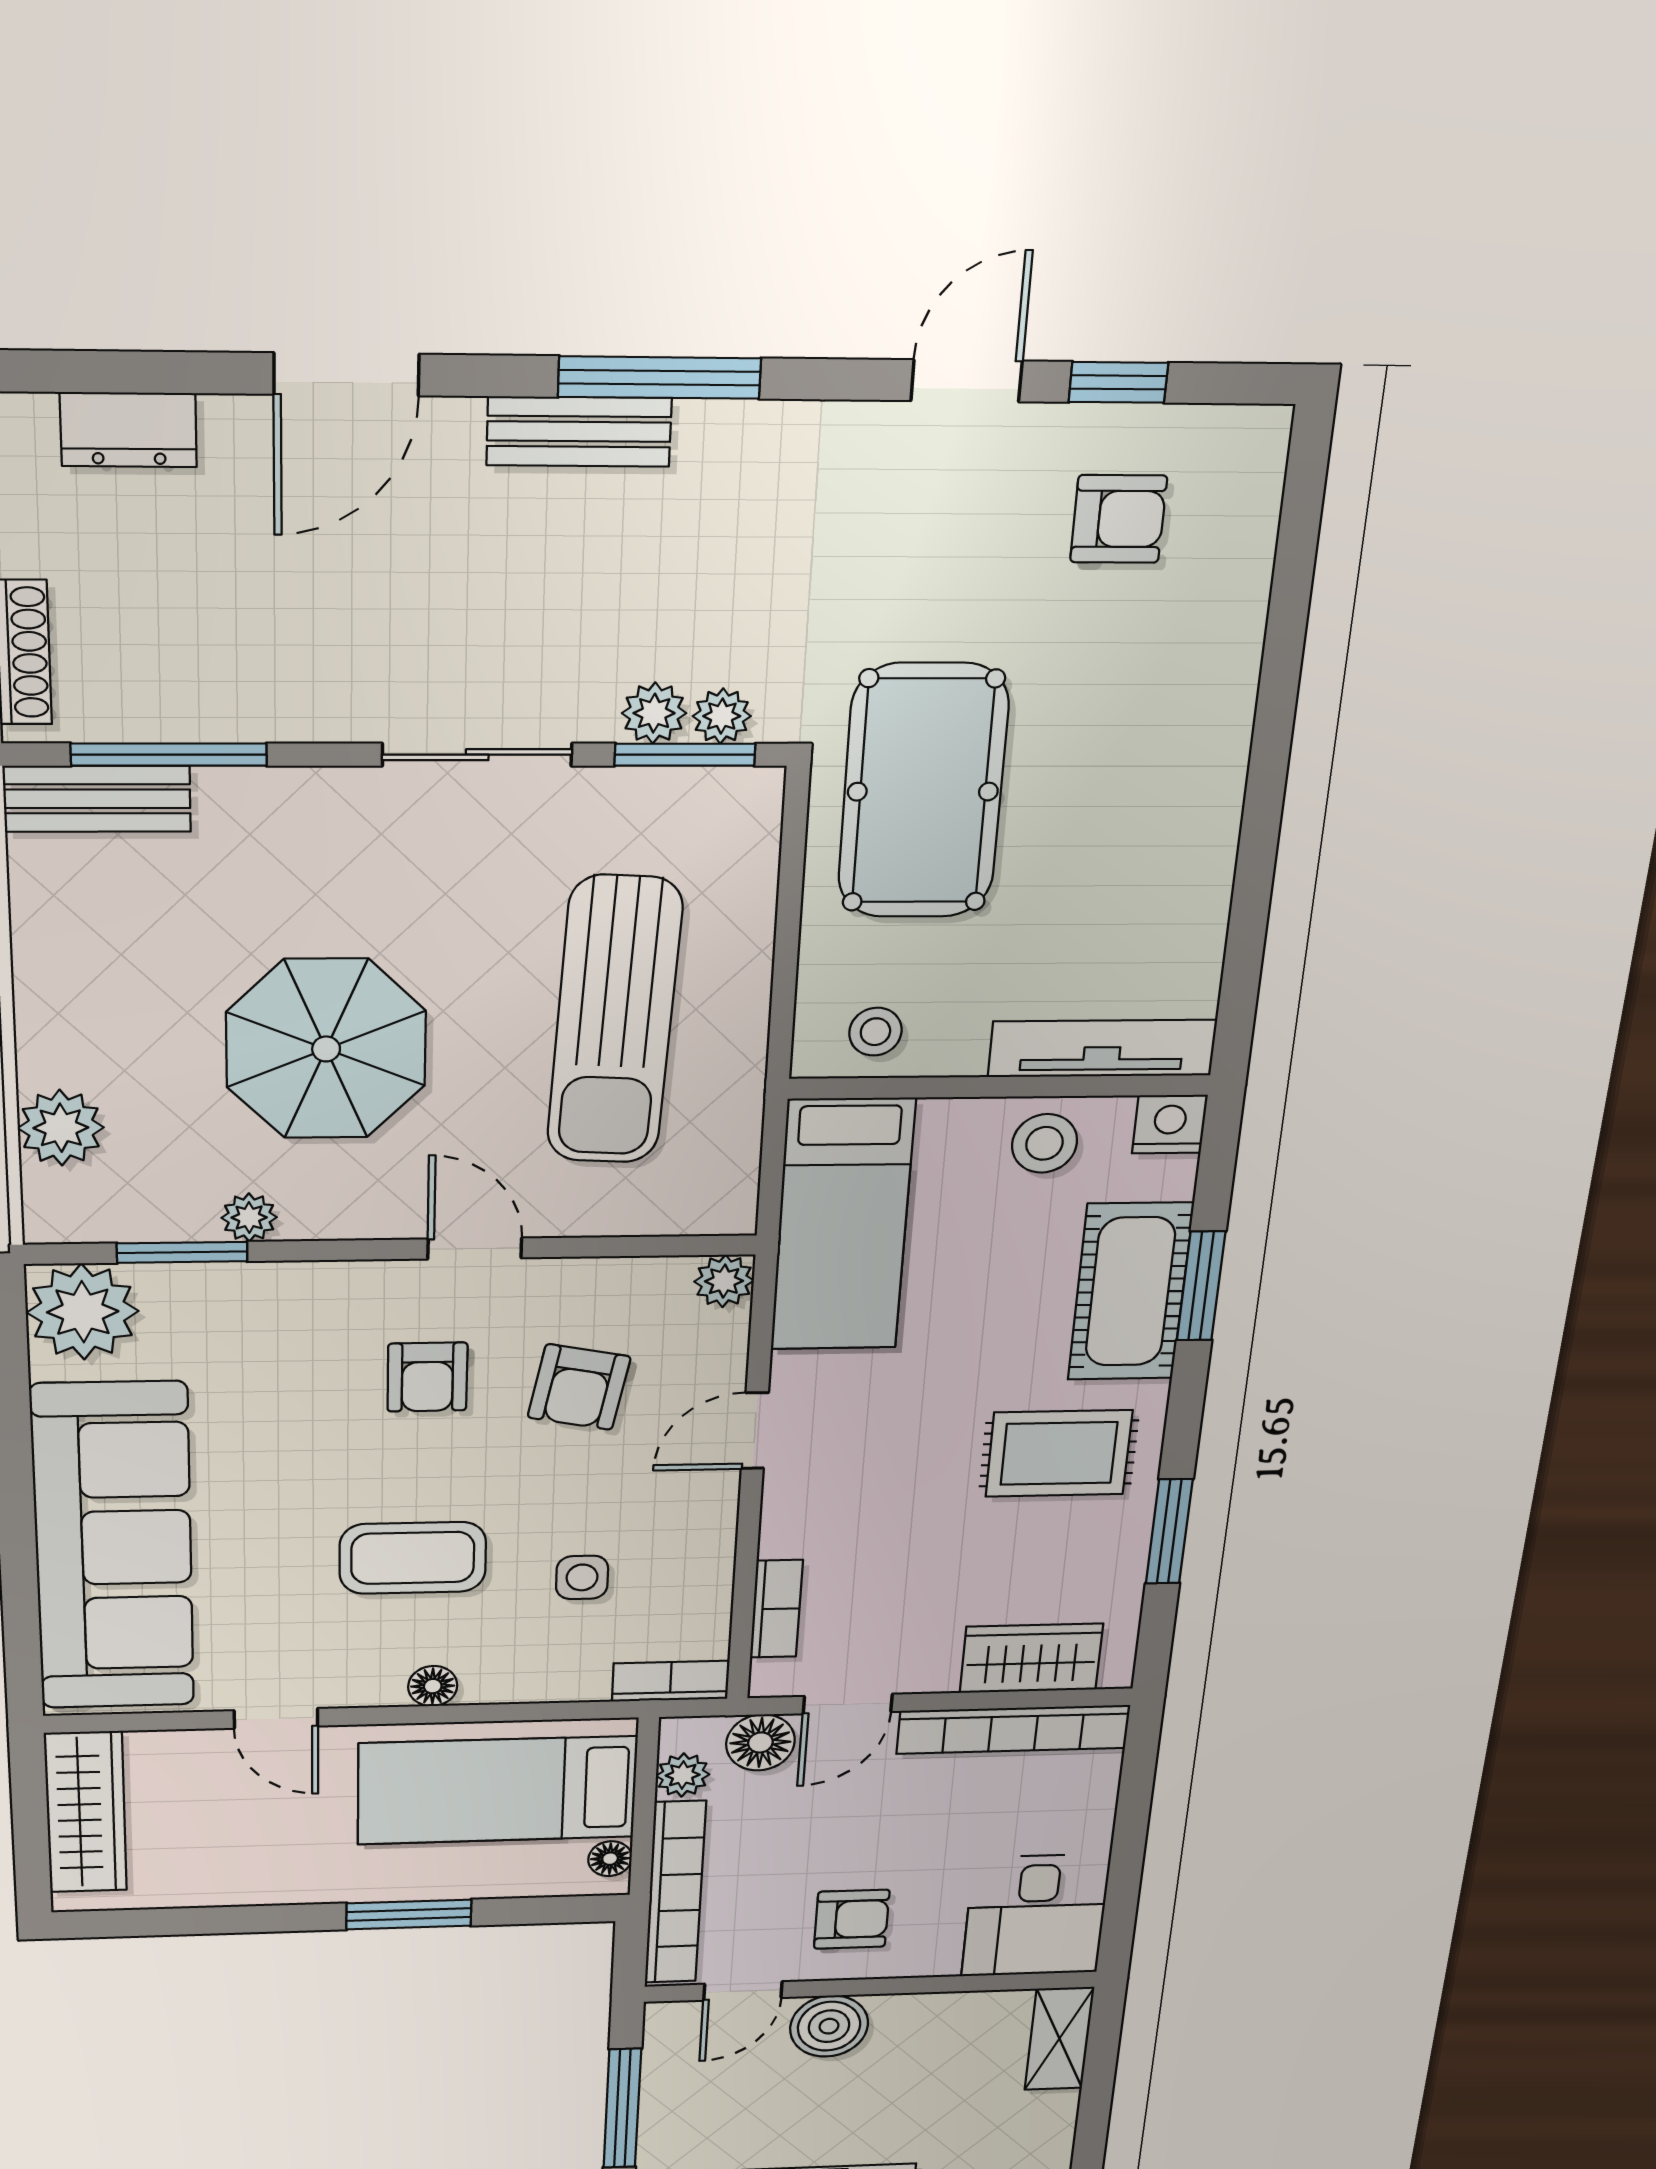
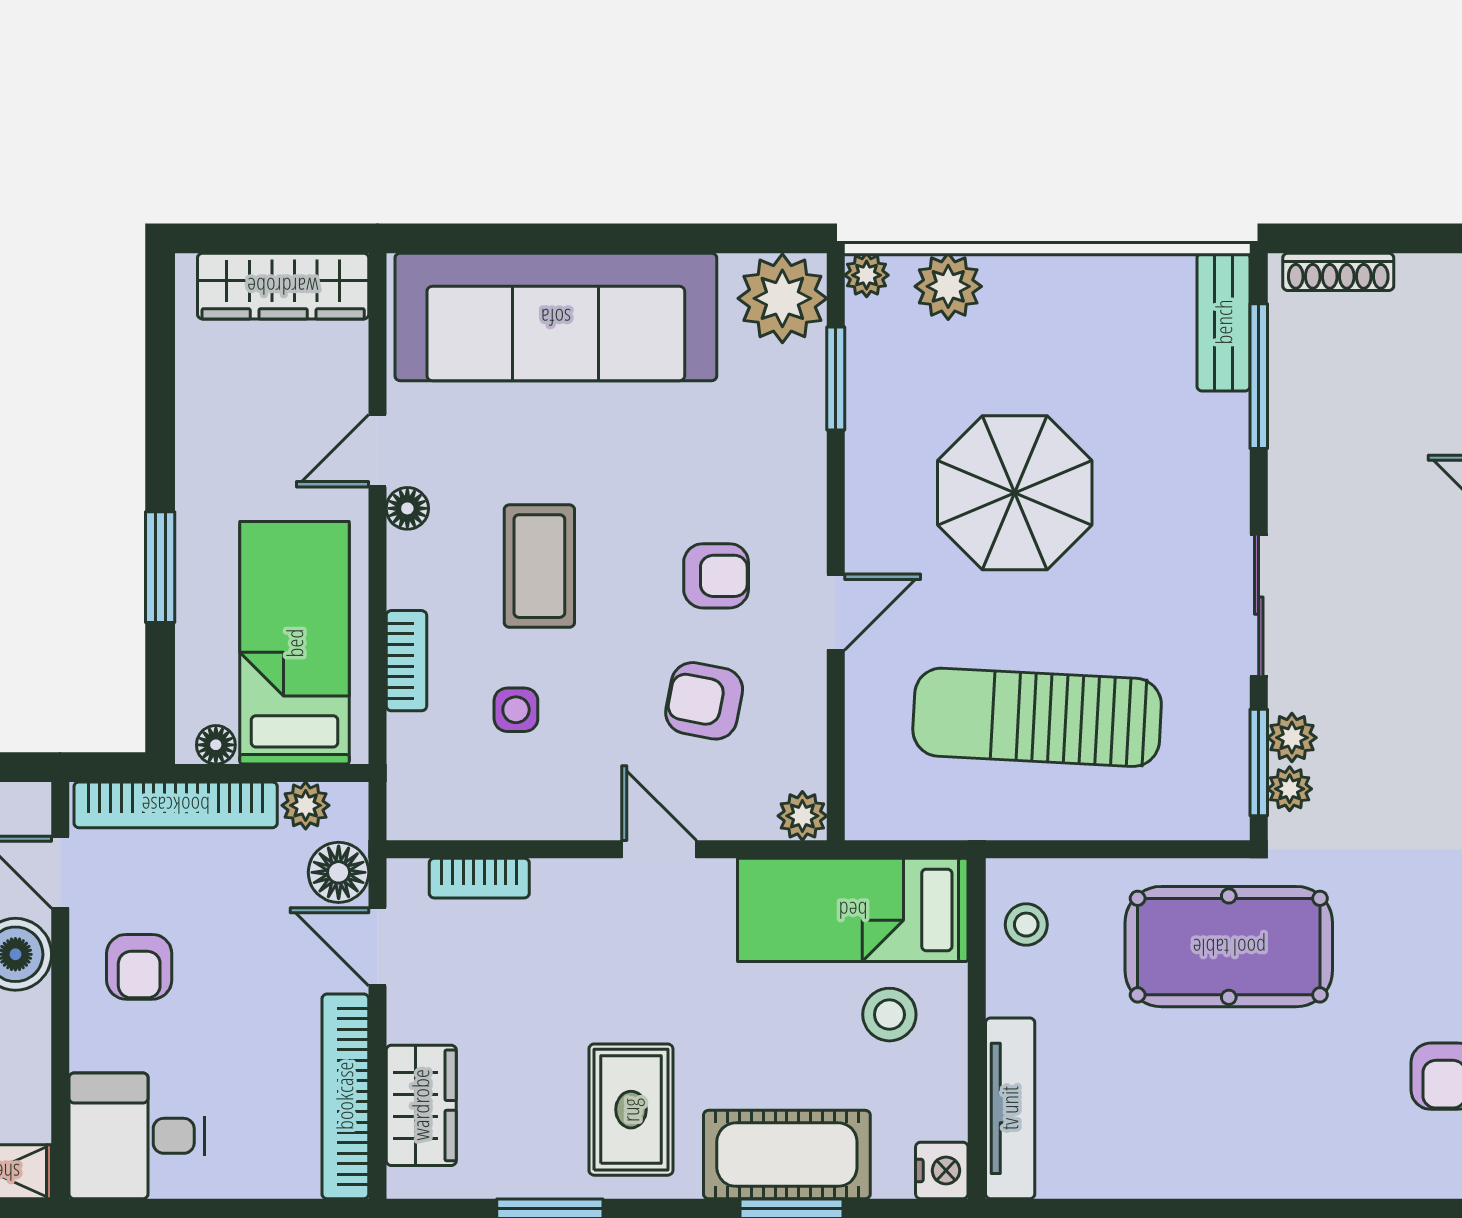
stool: (1045, 1143) -> (889, 1015), moved
plant: (249, 1218) -> (867, 275), moved
armchair: (427, 1377) -> (716, 576), turned 180
bookcase: (671, 1681) -> (406, 661), moved
floor lamp: (433, 1686) -> (407, 508), moved

